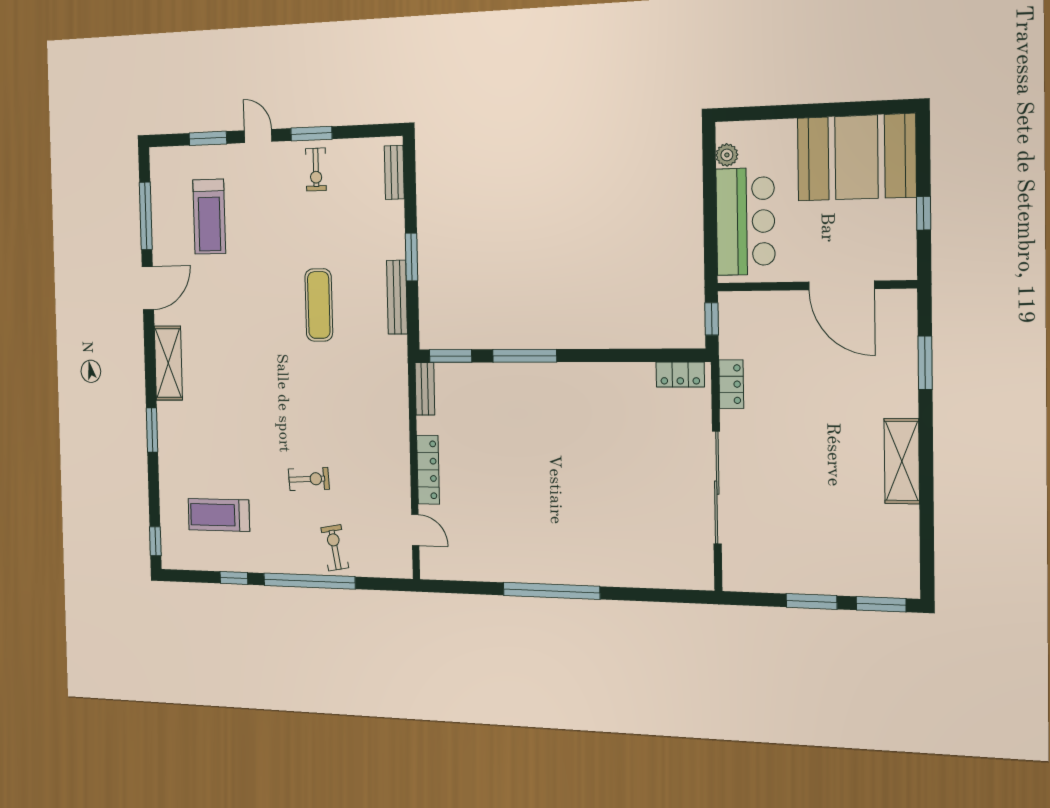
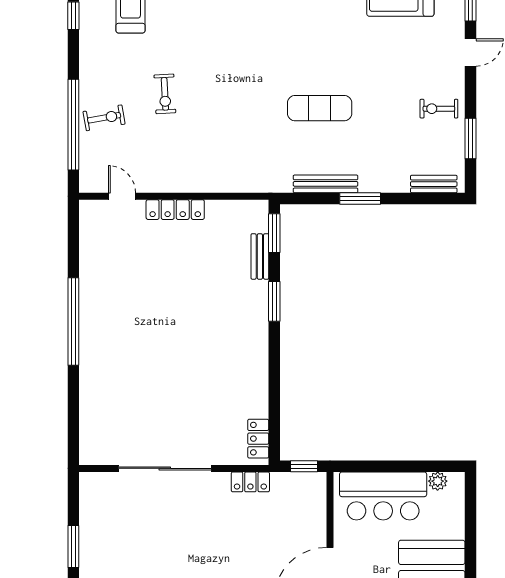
window: (311, 134) -> (471, 139), moved
window: (525, 356) -> (274, 301), width x0.69
bench: (425, 389) -> (260, 256), moved, turned 90
door: (415, 530) -> (122, 196), swing flipped
window: (309, 581) -> (73, 125), moved

